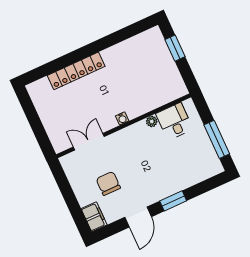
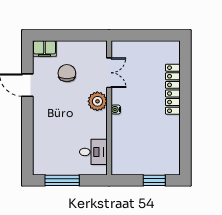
plant: (152, 121) -> (97, 101), moved, width x1.87, depth x1.87
chair: (108, 183) -> (67, 73), turned -90
window: (173, 201) -> (27, 121), removed

